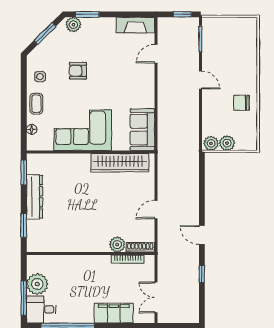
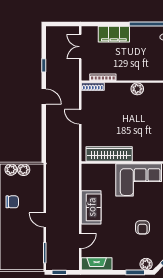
armchair: (78, 71) -> (142, 227), turned 90
sofa: (142, 130) -> (91, 207), moved
plant: (211, 143) -> (11, 170), moved
door: (156, 210) -> (80, 117), swing flipped
plant: (117, 244) -> (137, 89), moved
double door: (156, 297) -> (80, 47), swing flipped

